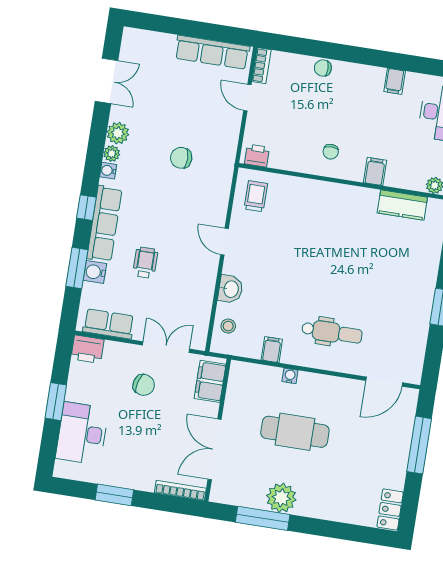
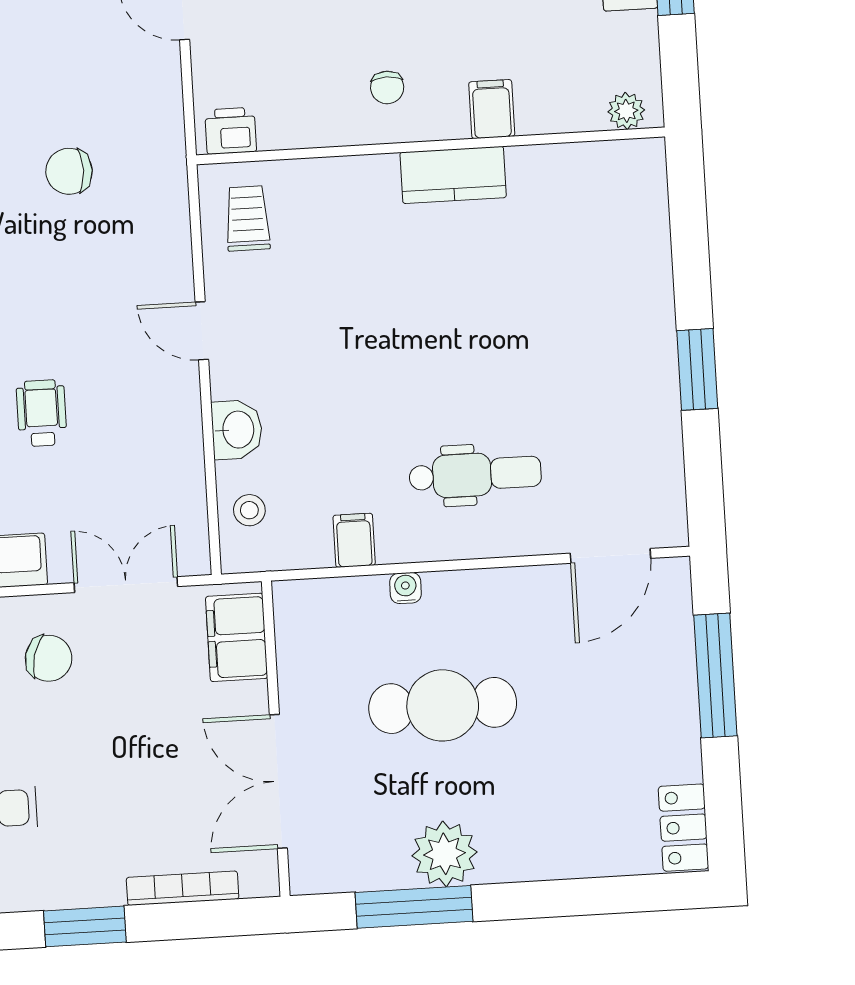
kitchen counter: (402, 205) -> (453, 175), moved
chair: (144, 385) -> (49, 658), moved
bookcase: (180, 490) -> (183, 888), moved

